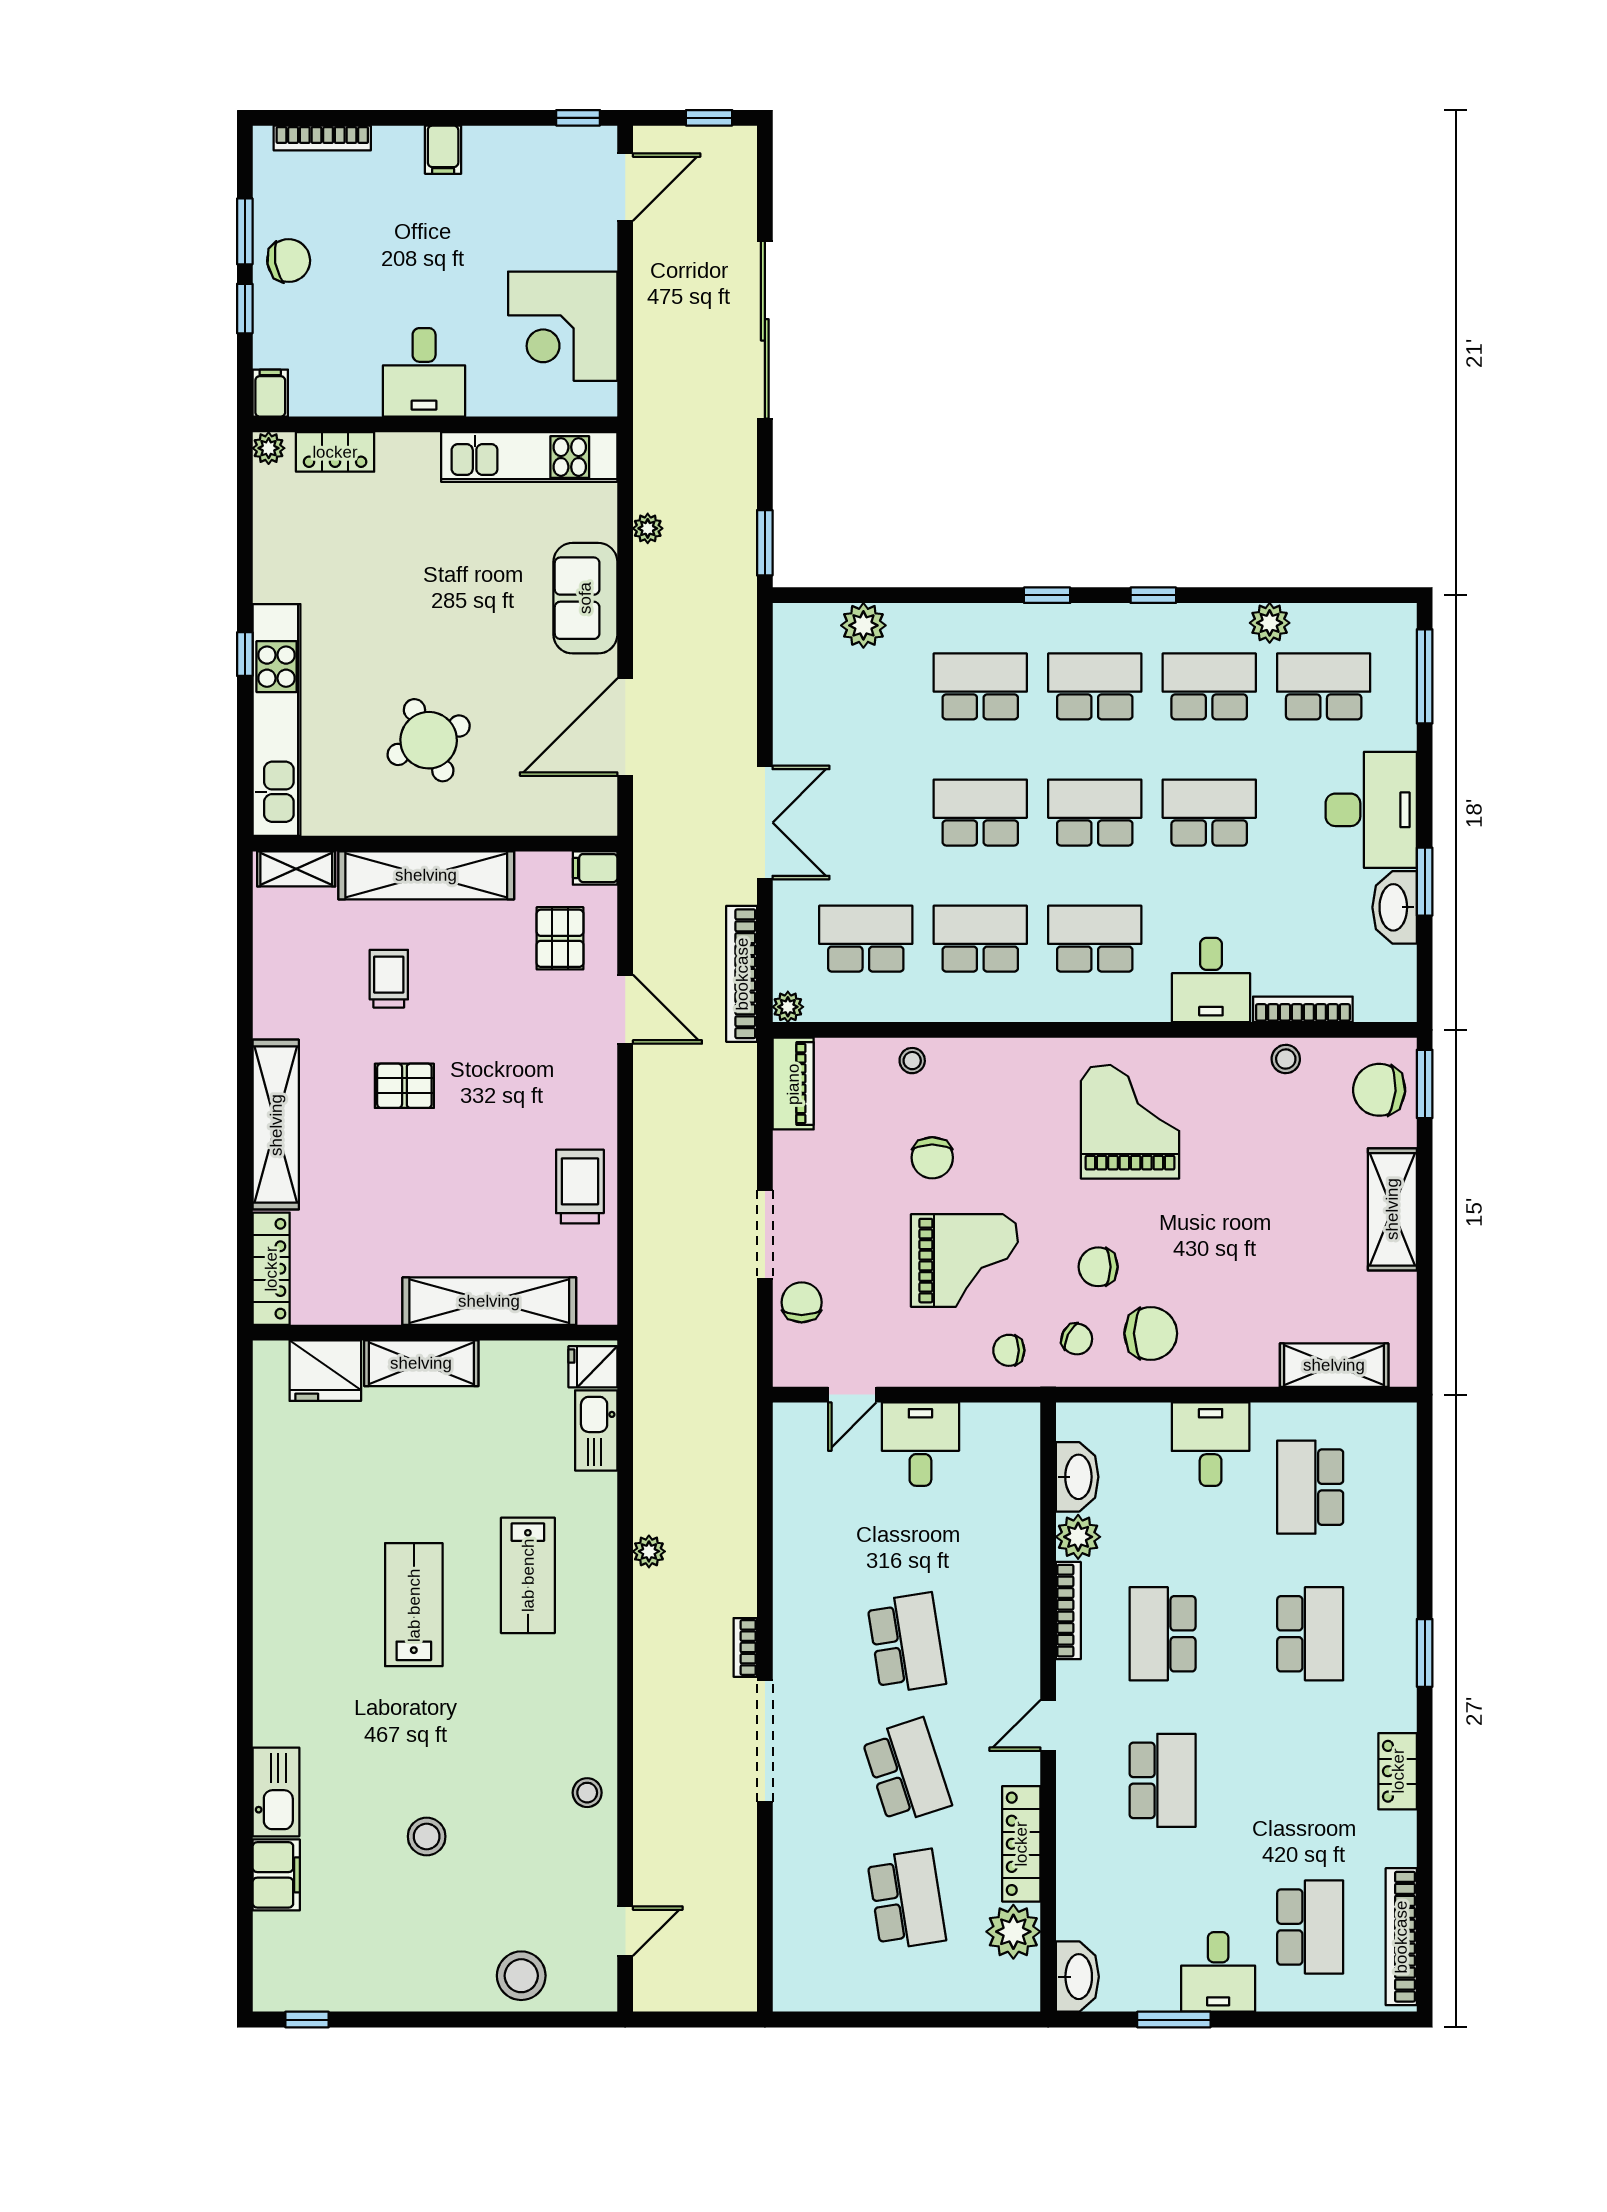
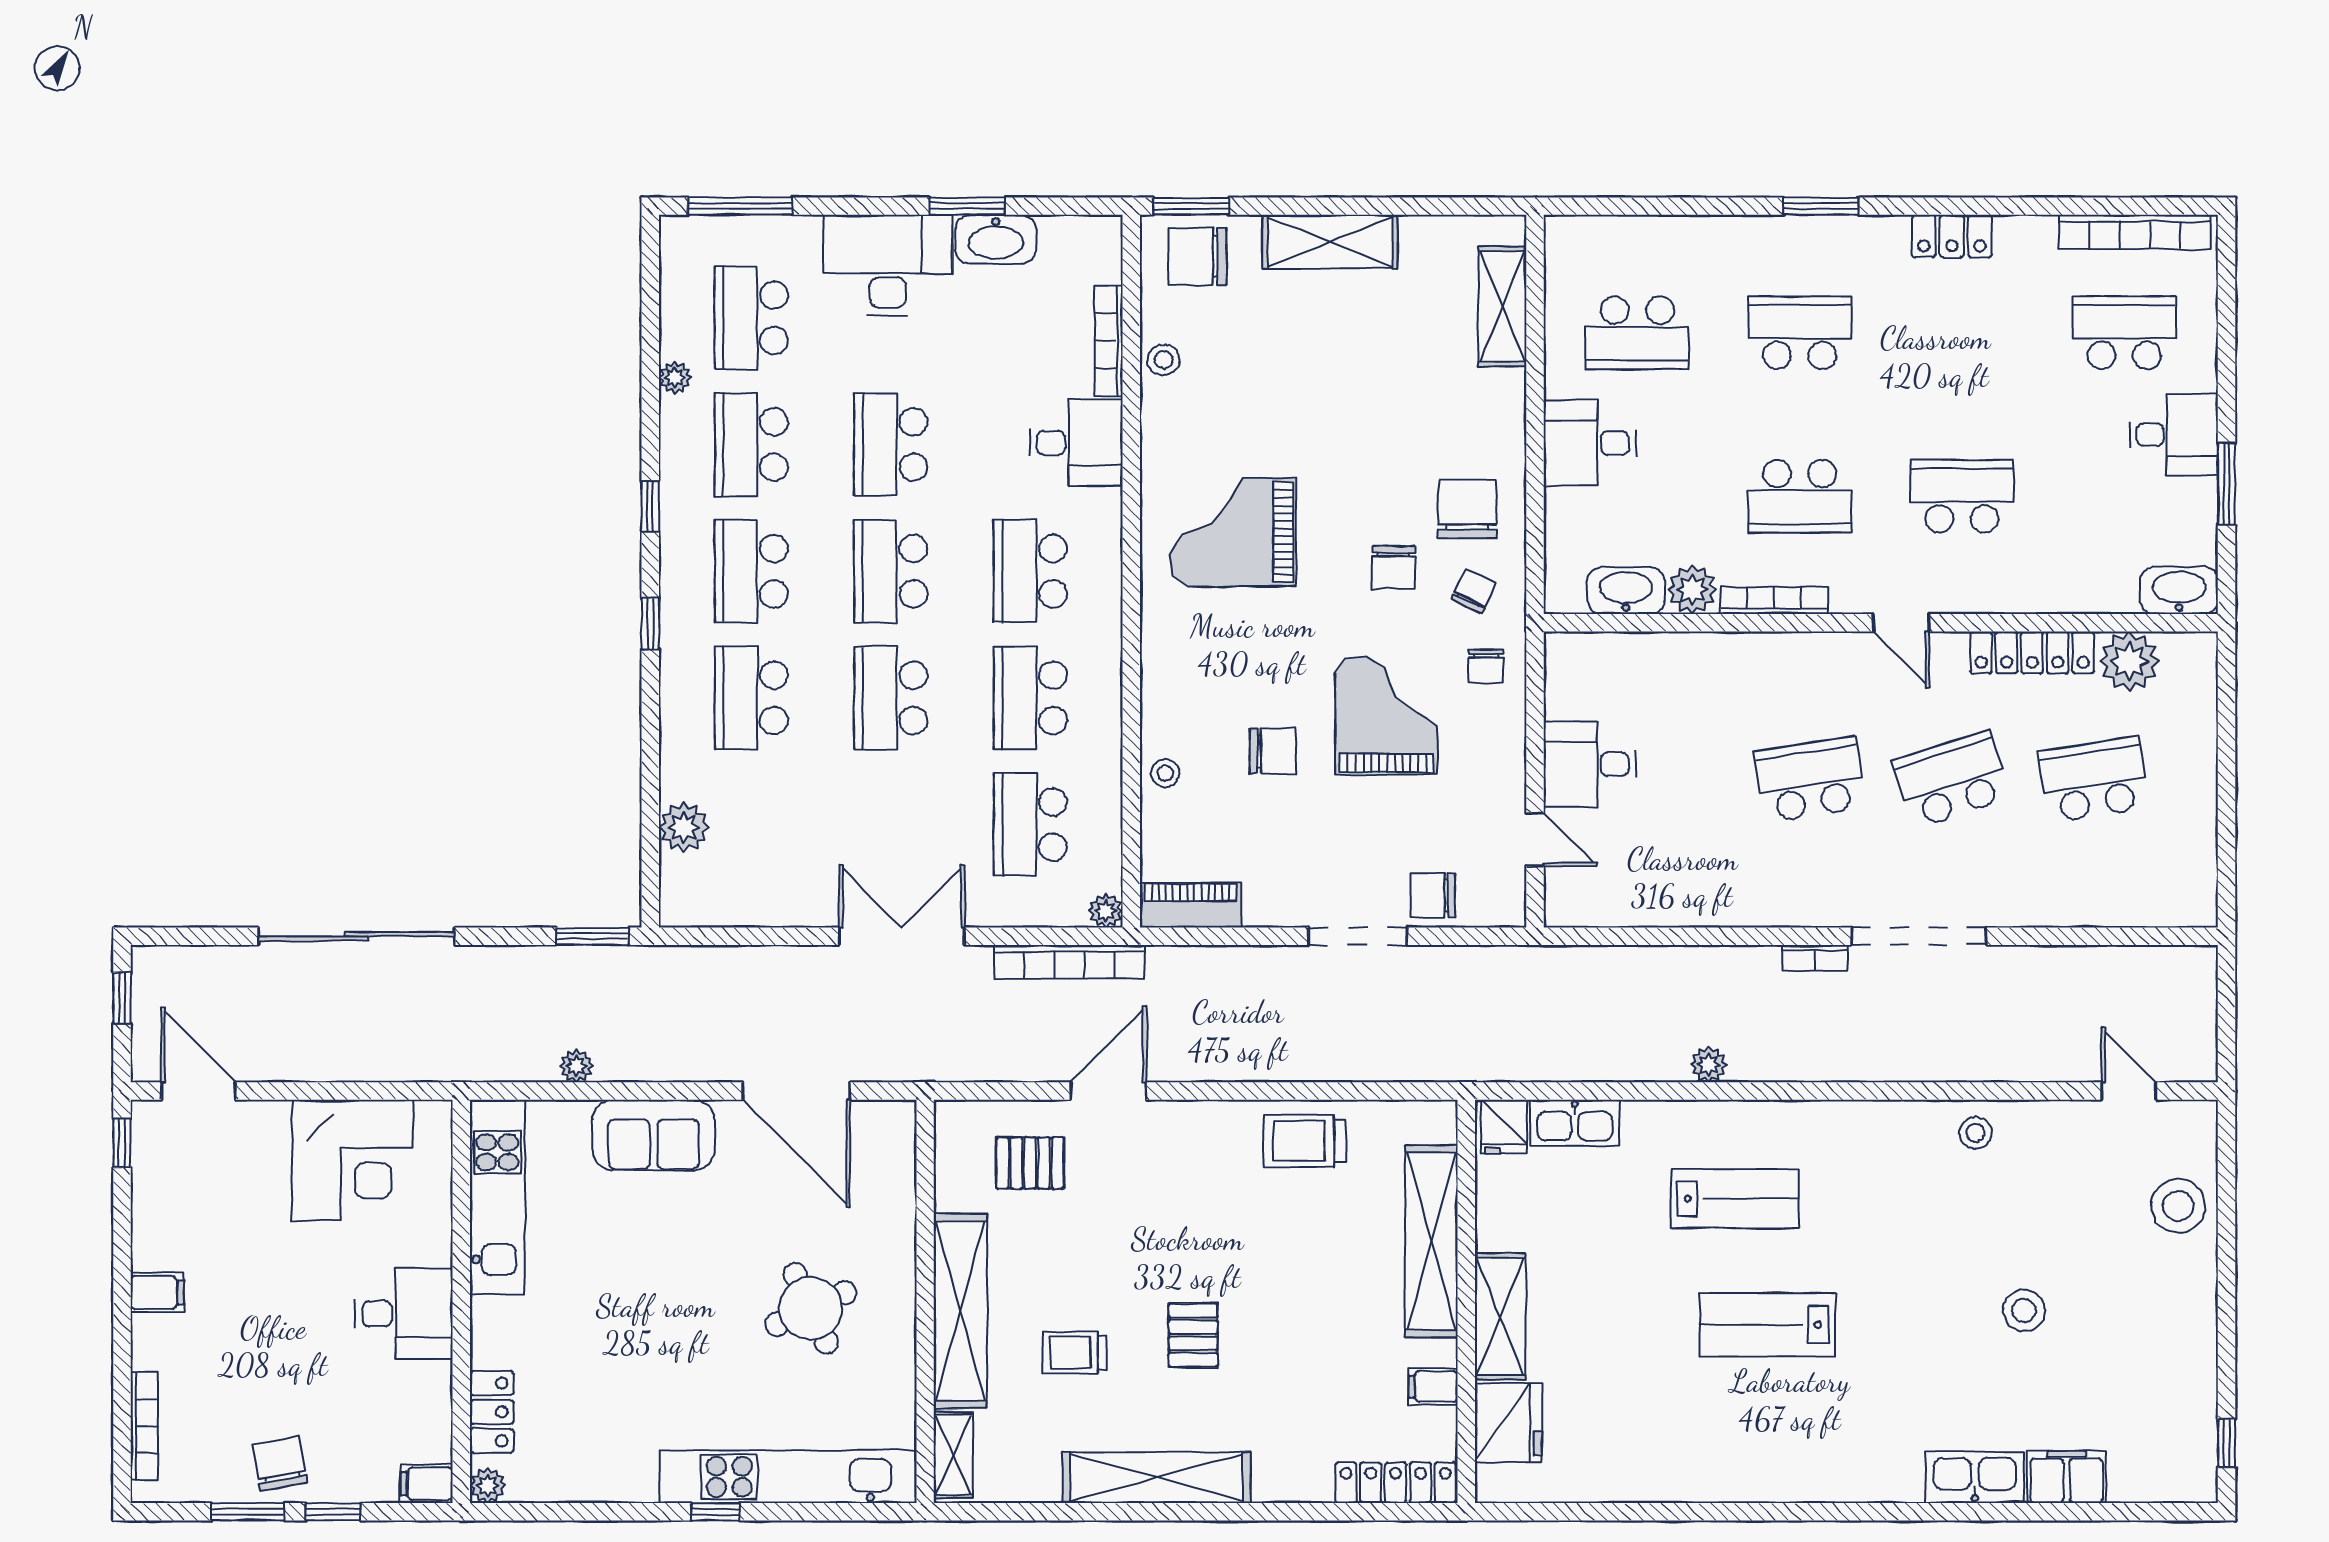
plant: (1270, 623) -> (675, 378), width x0.73, depth x0.73
filing cabinet: (595, 868) -> (1433, 1387), moved, turned 90
chair: (1379, 1090) -> (1198, 256), turned 86
shelving: (276, 1125) -> (1156, 1478), moved

